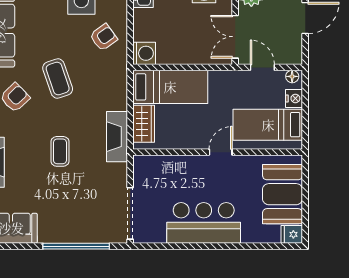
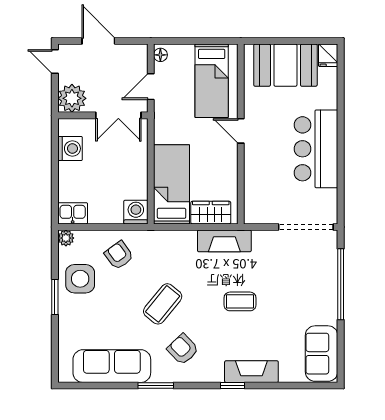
coffee table: (58, 79) -> (163, 304), turned -32
nightstand: (294, 98) -> (184, 53), removed

